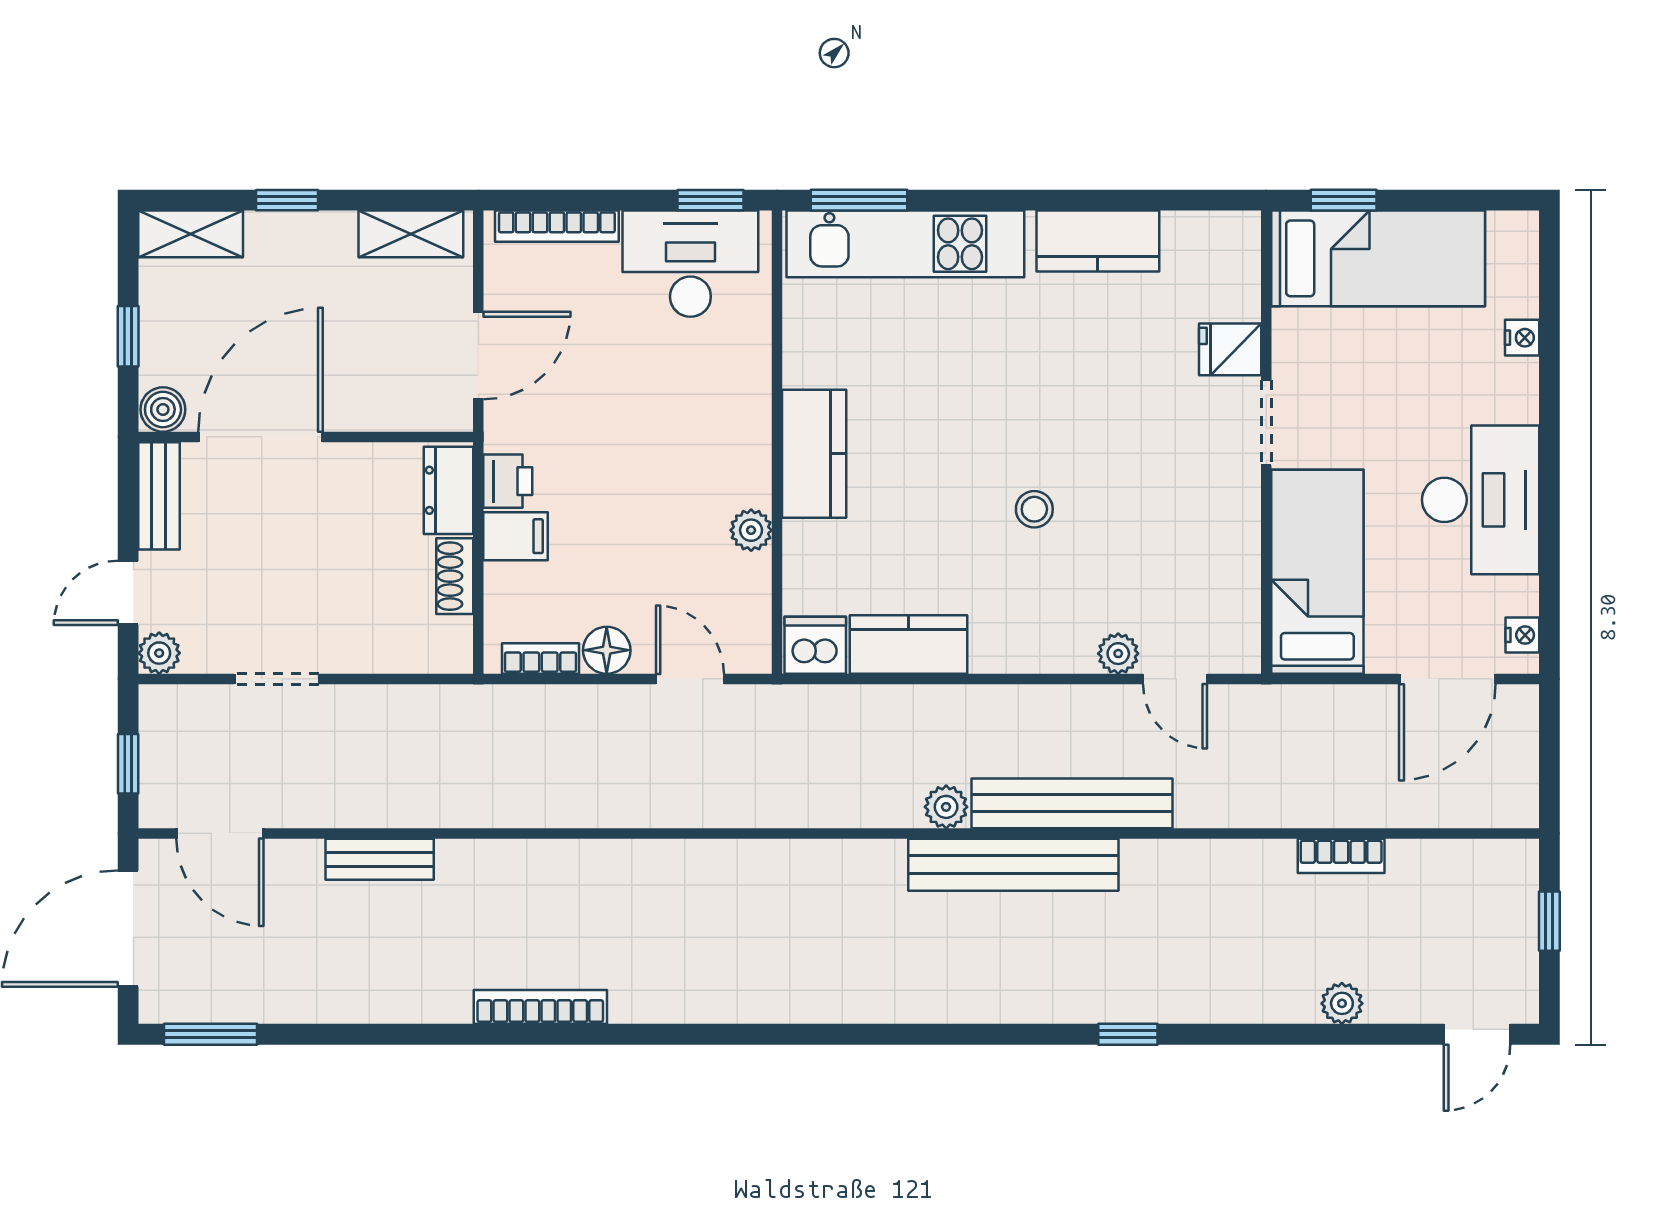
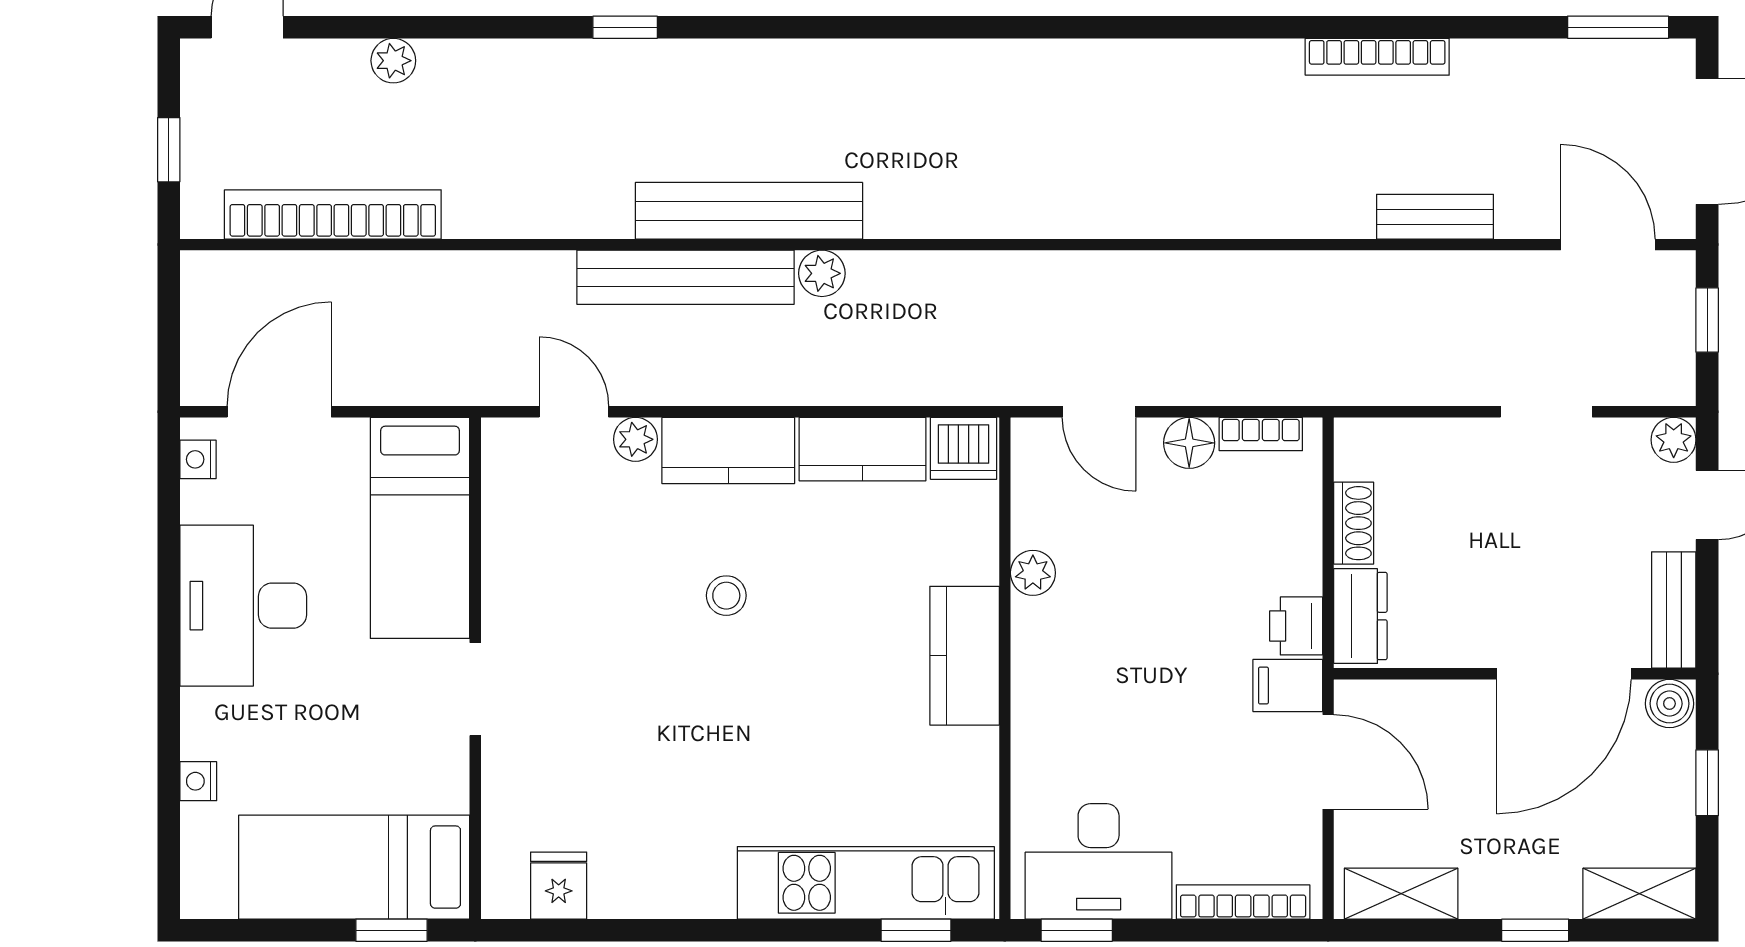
window: (859, 200) -> (916, 930), width x0.67
kitchen counter: (1098, 241) -> (728, 451), moved, turned 180
fridge: (1230, 349) -> (559, 886), moved, turned -90
door: (478, 356) -> (1328, 762), swing flipped
filing cabinet: (516, 536) -> (1288, 686), moved
bookcase: (1341, 856) -> (333, 214), width x2.31, depth x1.31
bookcase: (540, 1007) -> (1377, 57), moved

